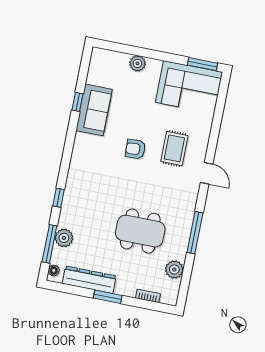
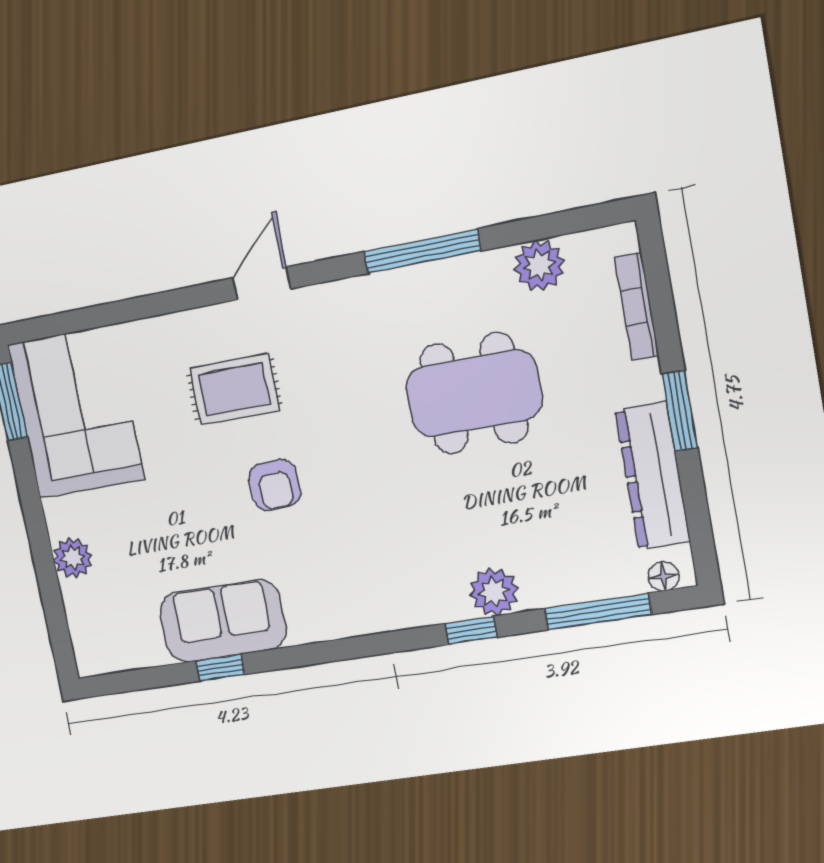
dining table: (140, 231) -> (474, 393), turned 90
plant: (64, 238) -> (494, 592), moved
bookcase: (148, 296) -> (637, 306), width x1.56

